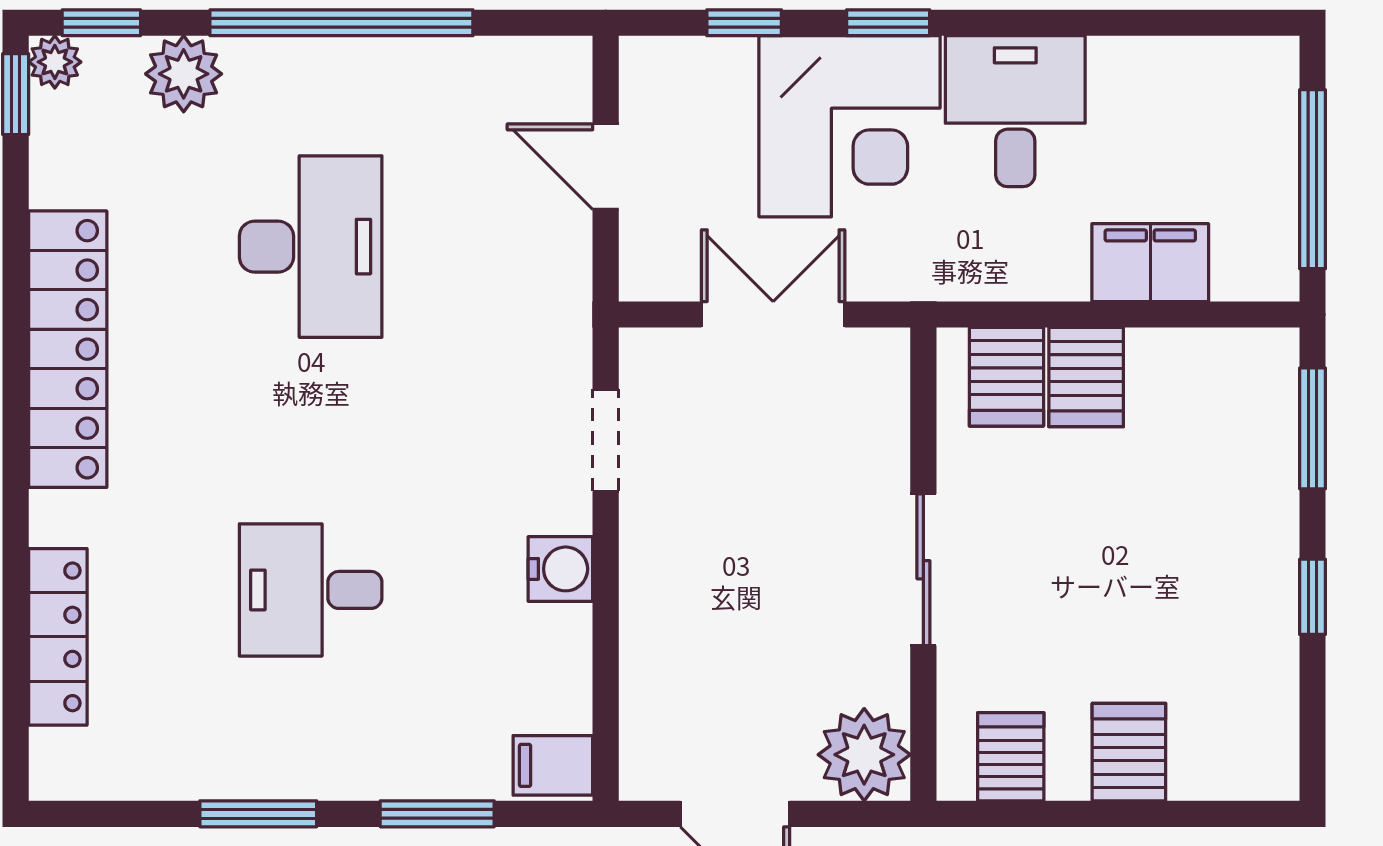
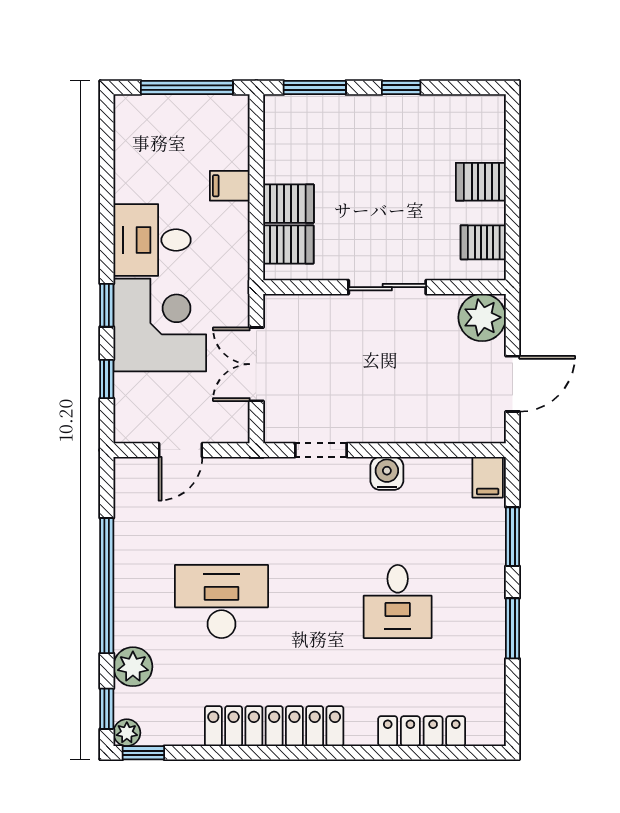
filing cabinet: (1150, 263) -> (230, 186), width x0.50

